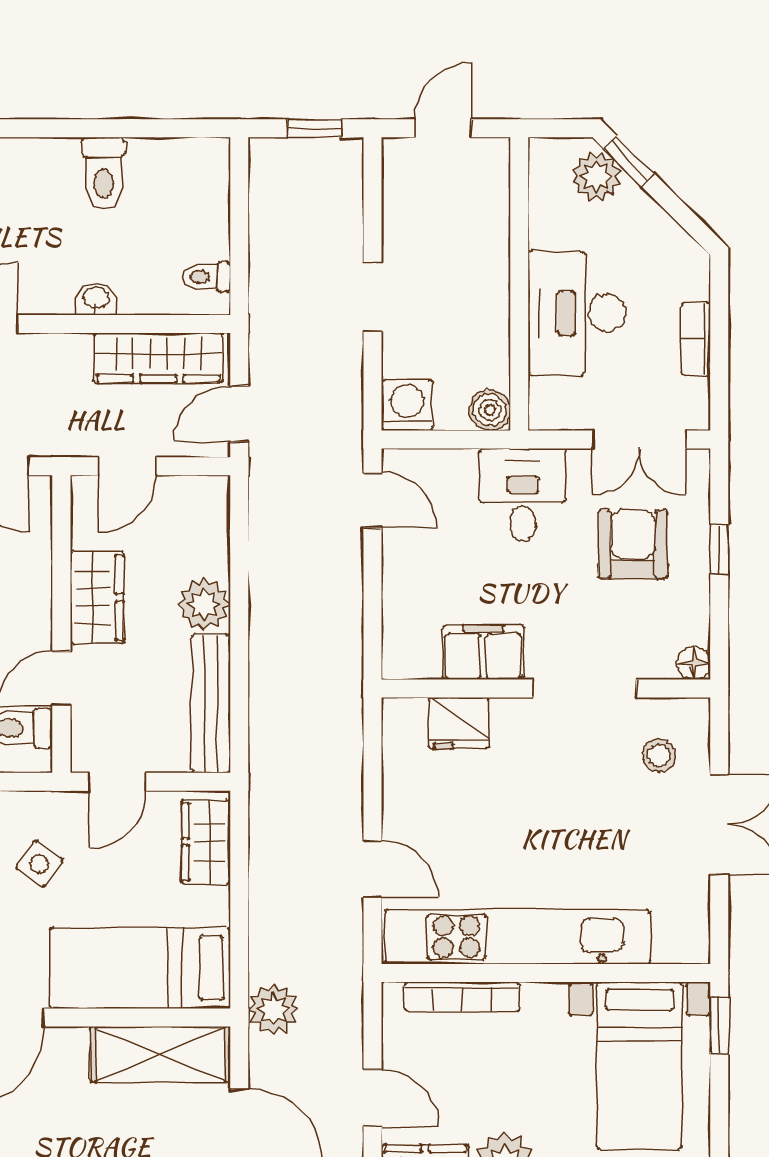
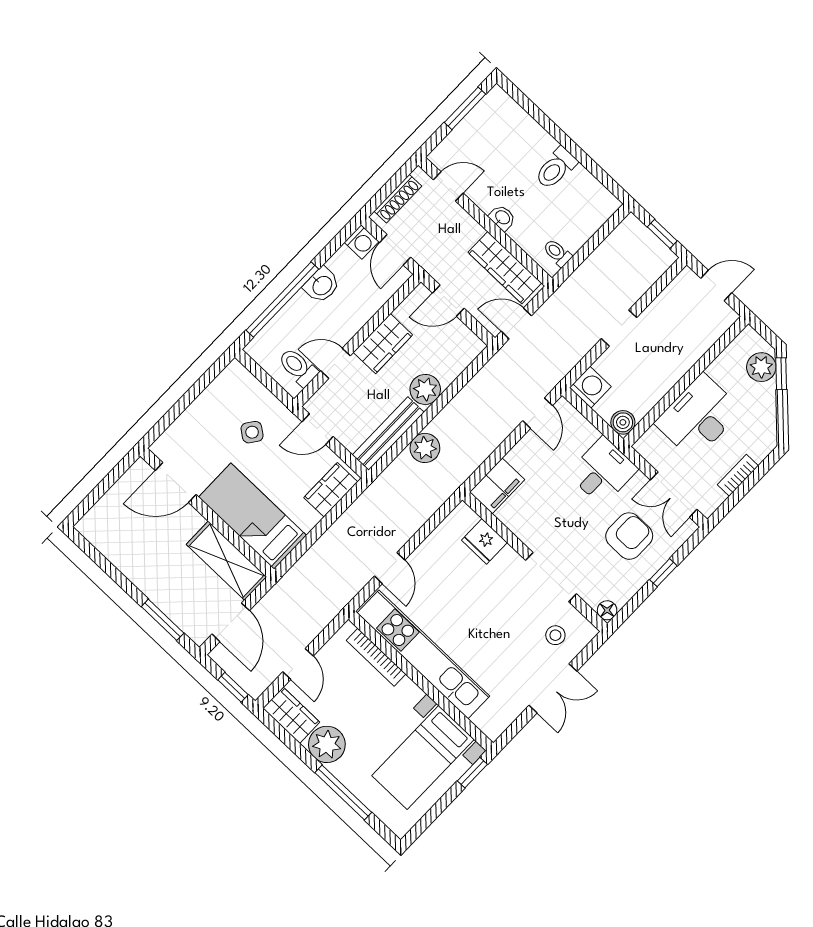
filing cabinet: (483, 652) -> (497, 486), moved, turned 90
plant: (274, 1009) -> (425, 448), moved

